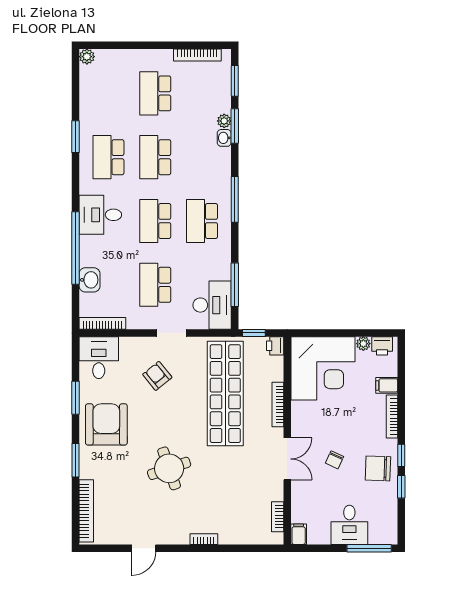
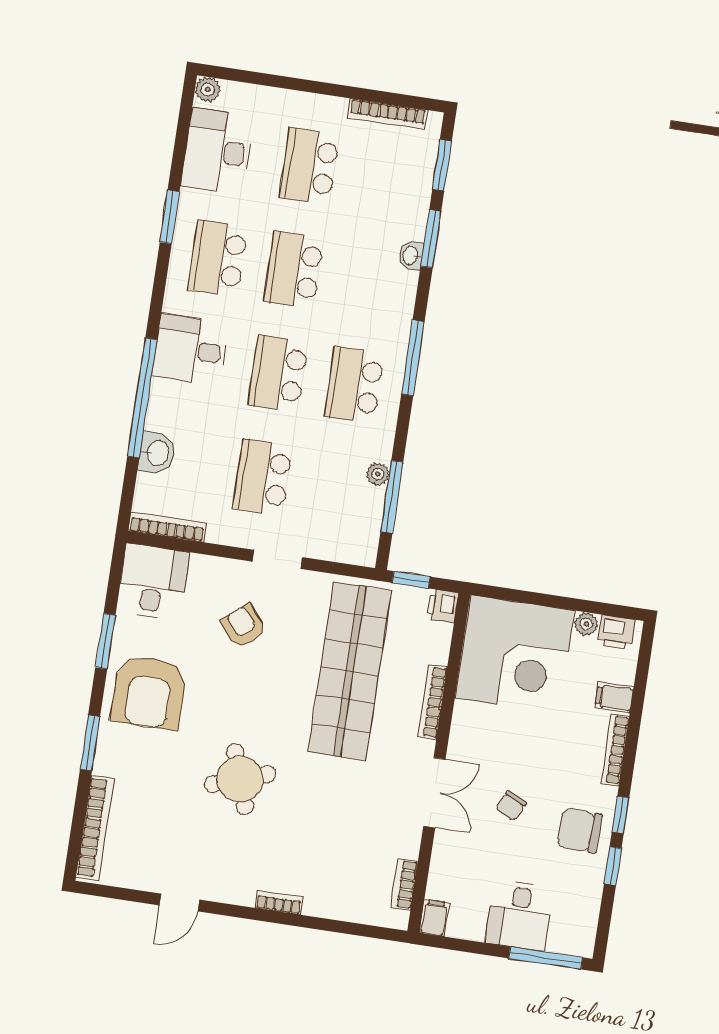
plant: (224, 121) -> (378, 474), moved
desk: (212, 305) -> (217, 151), moved, turned 180
armchair: (106, 424) -> (149, 692), turned 180

